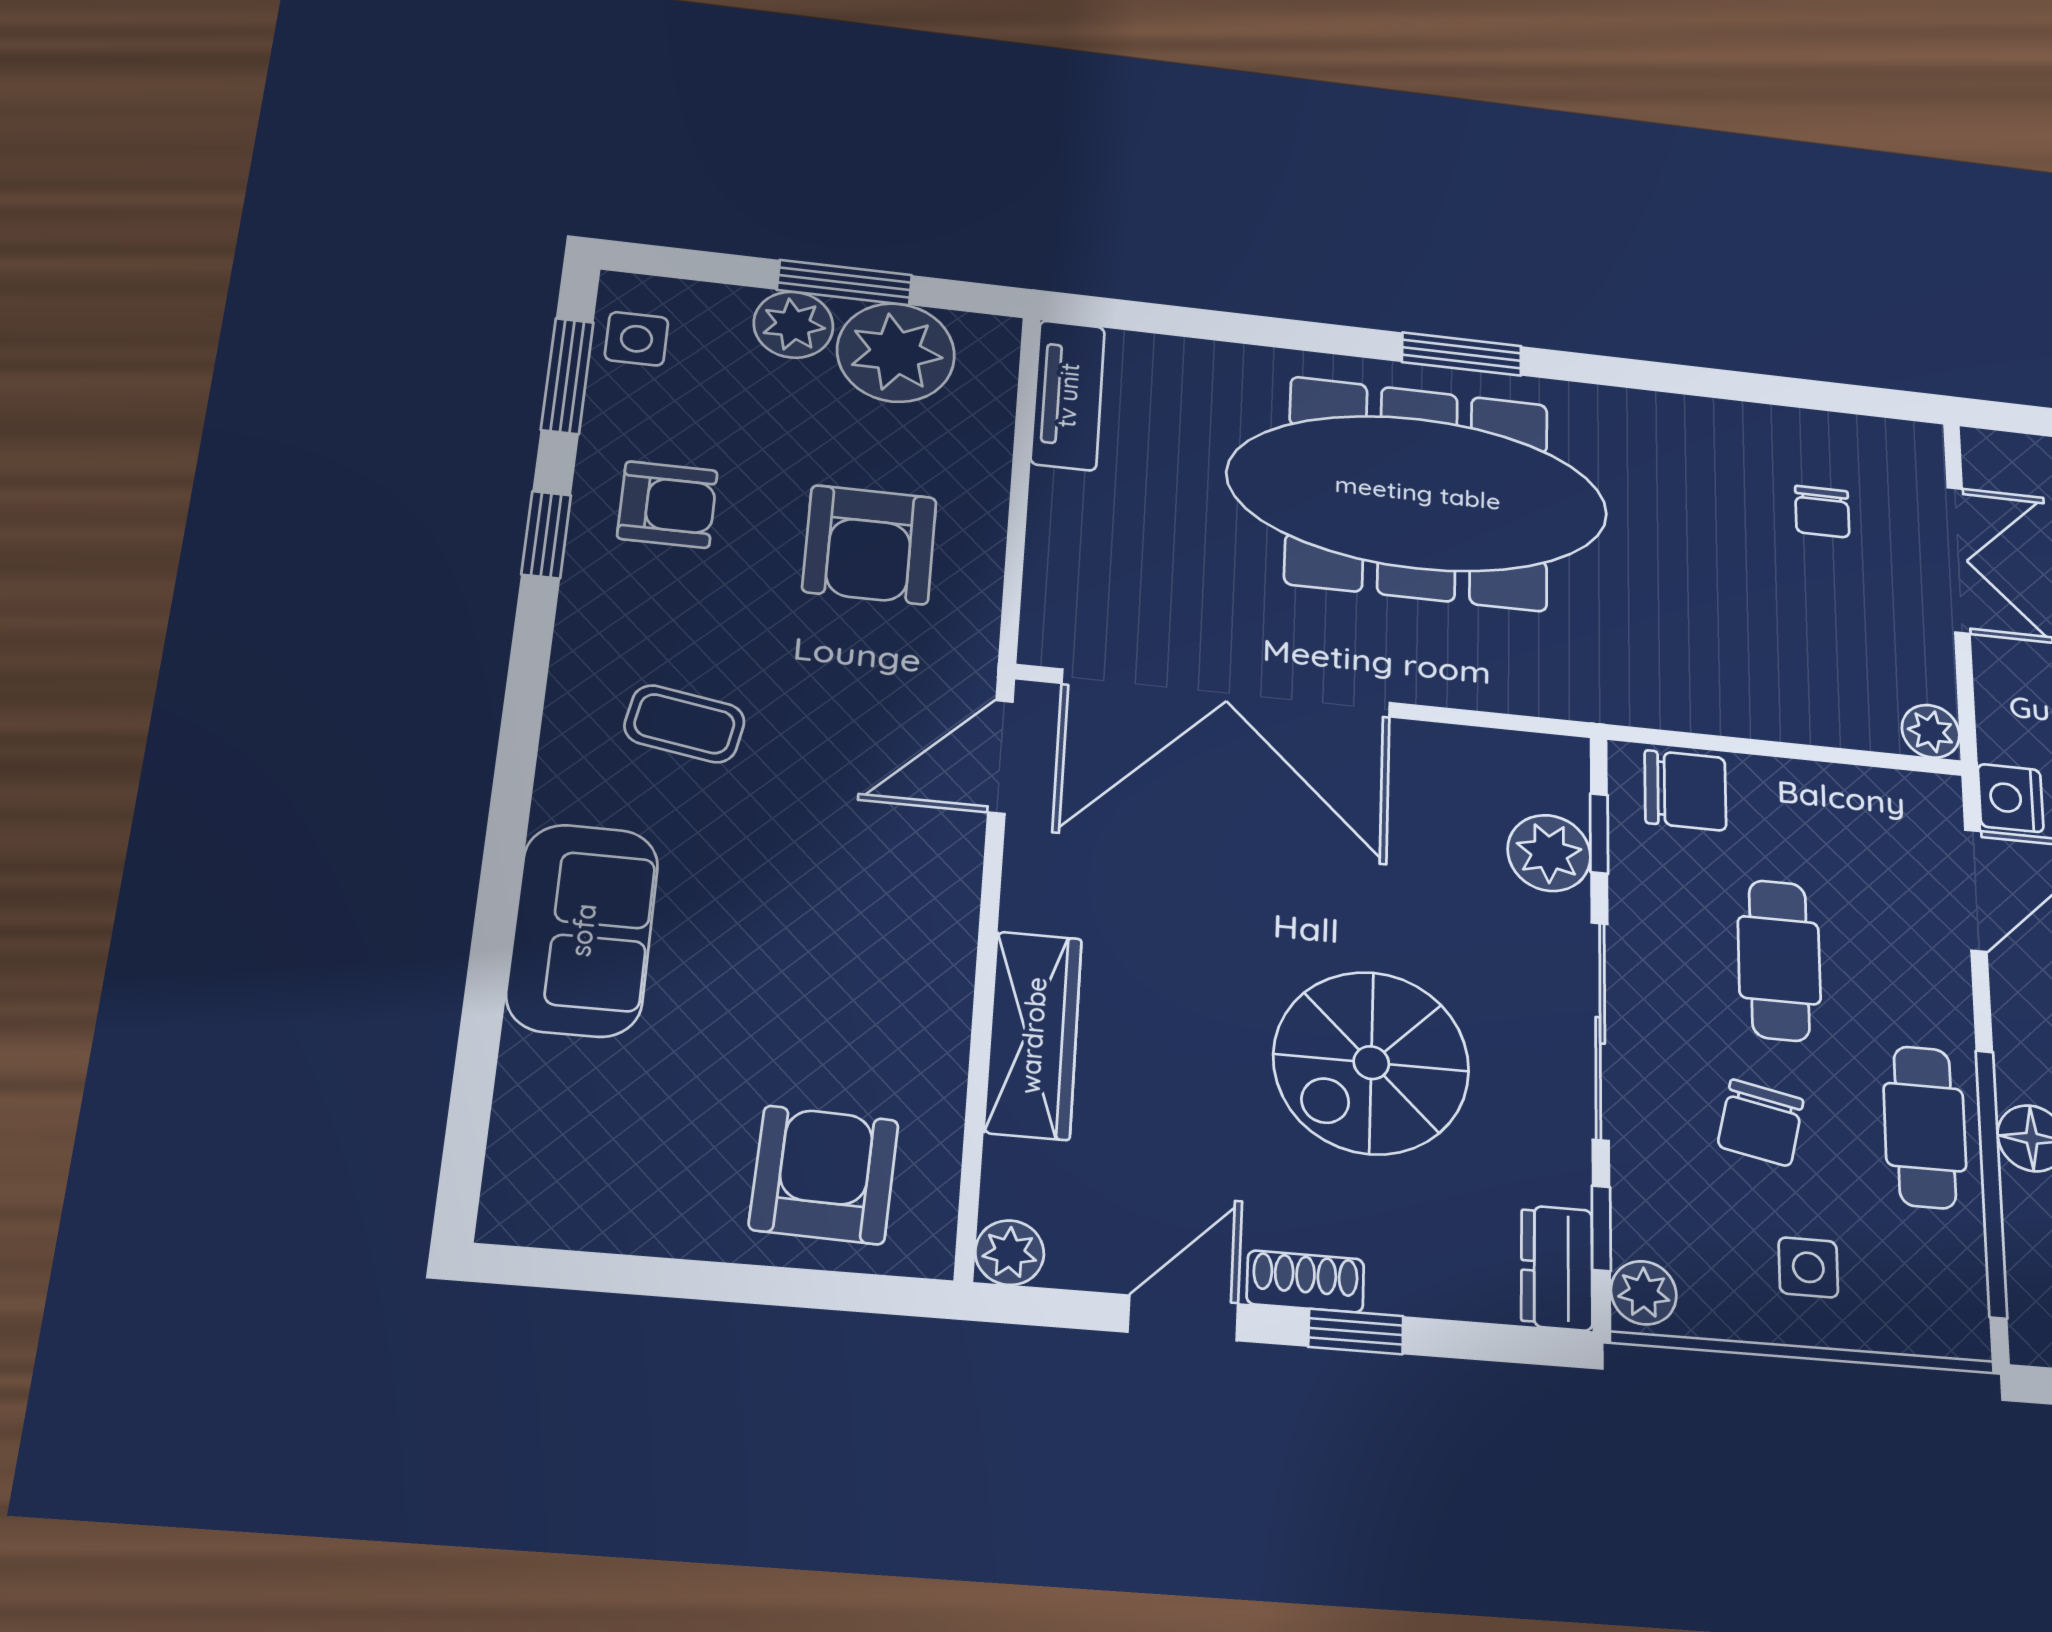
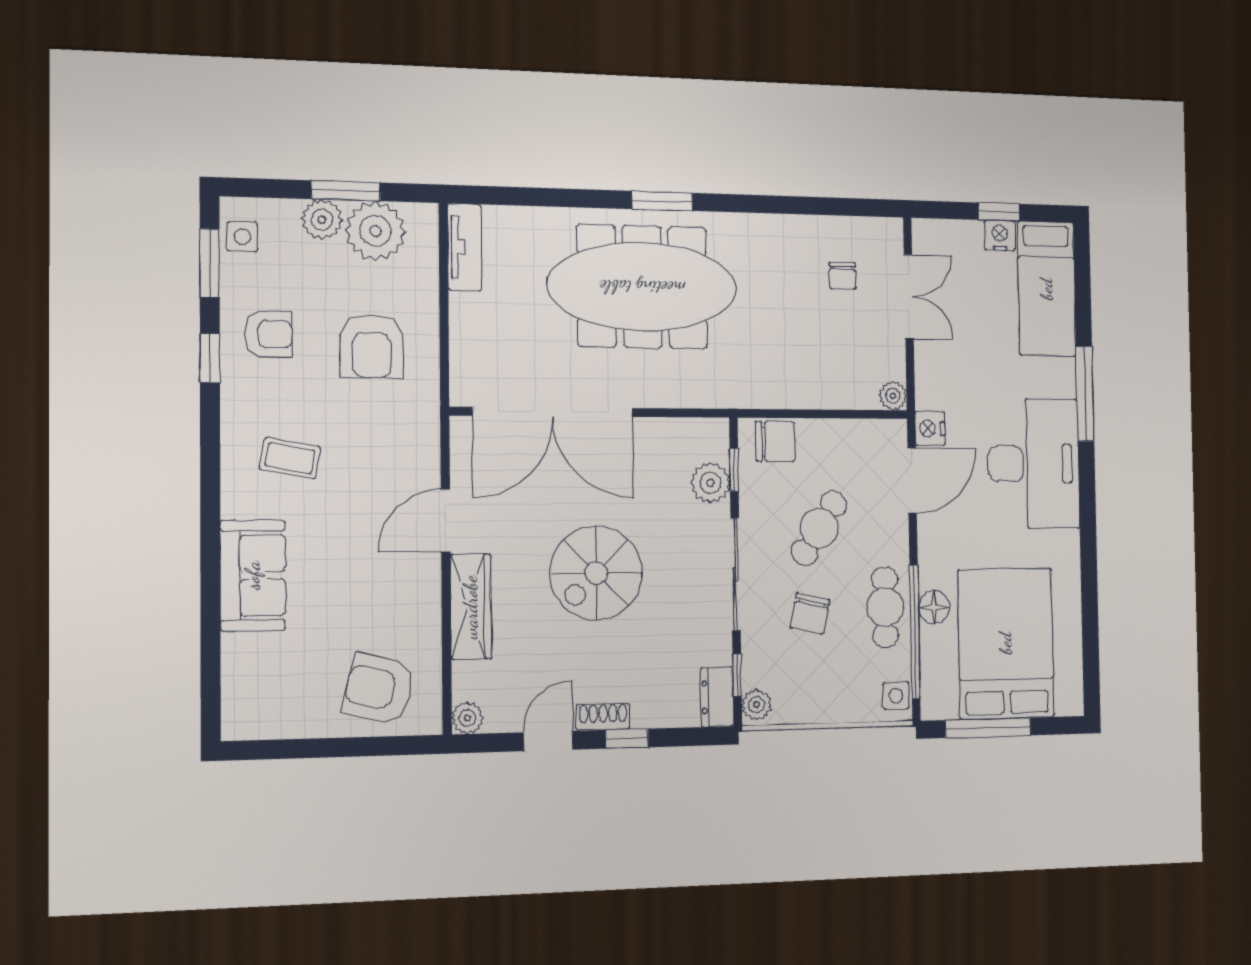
door: (1000, 757) -> (446, 520), moved
cafe table: (1779, 960) -> (819, 528), turned 33
spiral stairs: (1371, 1063) -> (596, 573), moved
armchair: (824, 1175) -> (379, 689), turned -78
side table: (1808, 1267) -> (896, 696), moved

